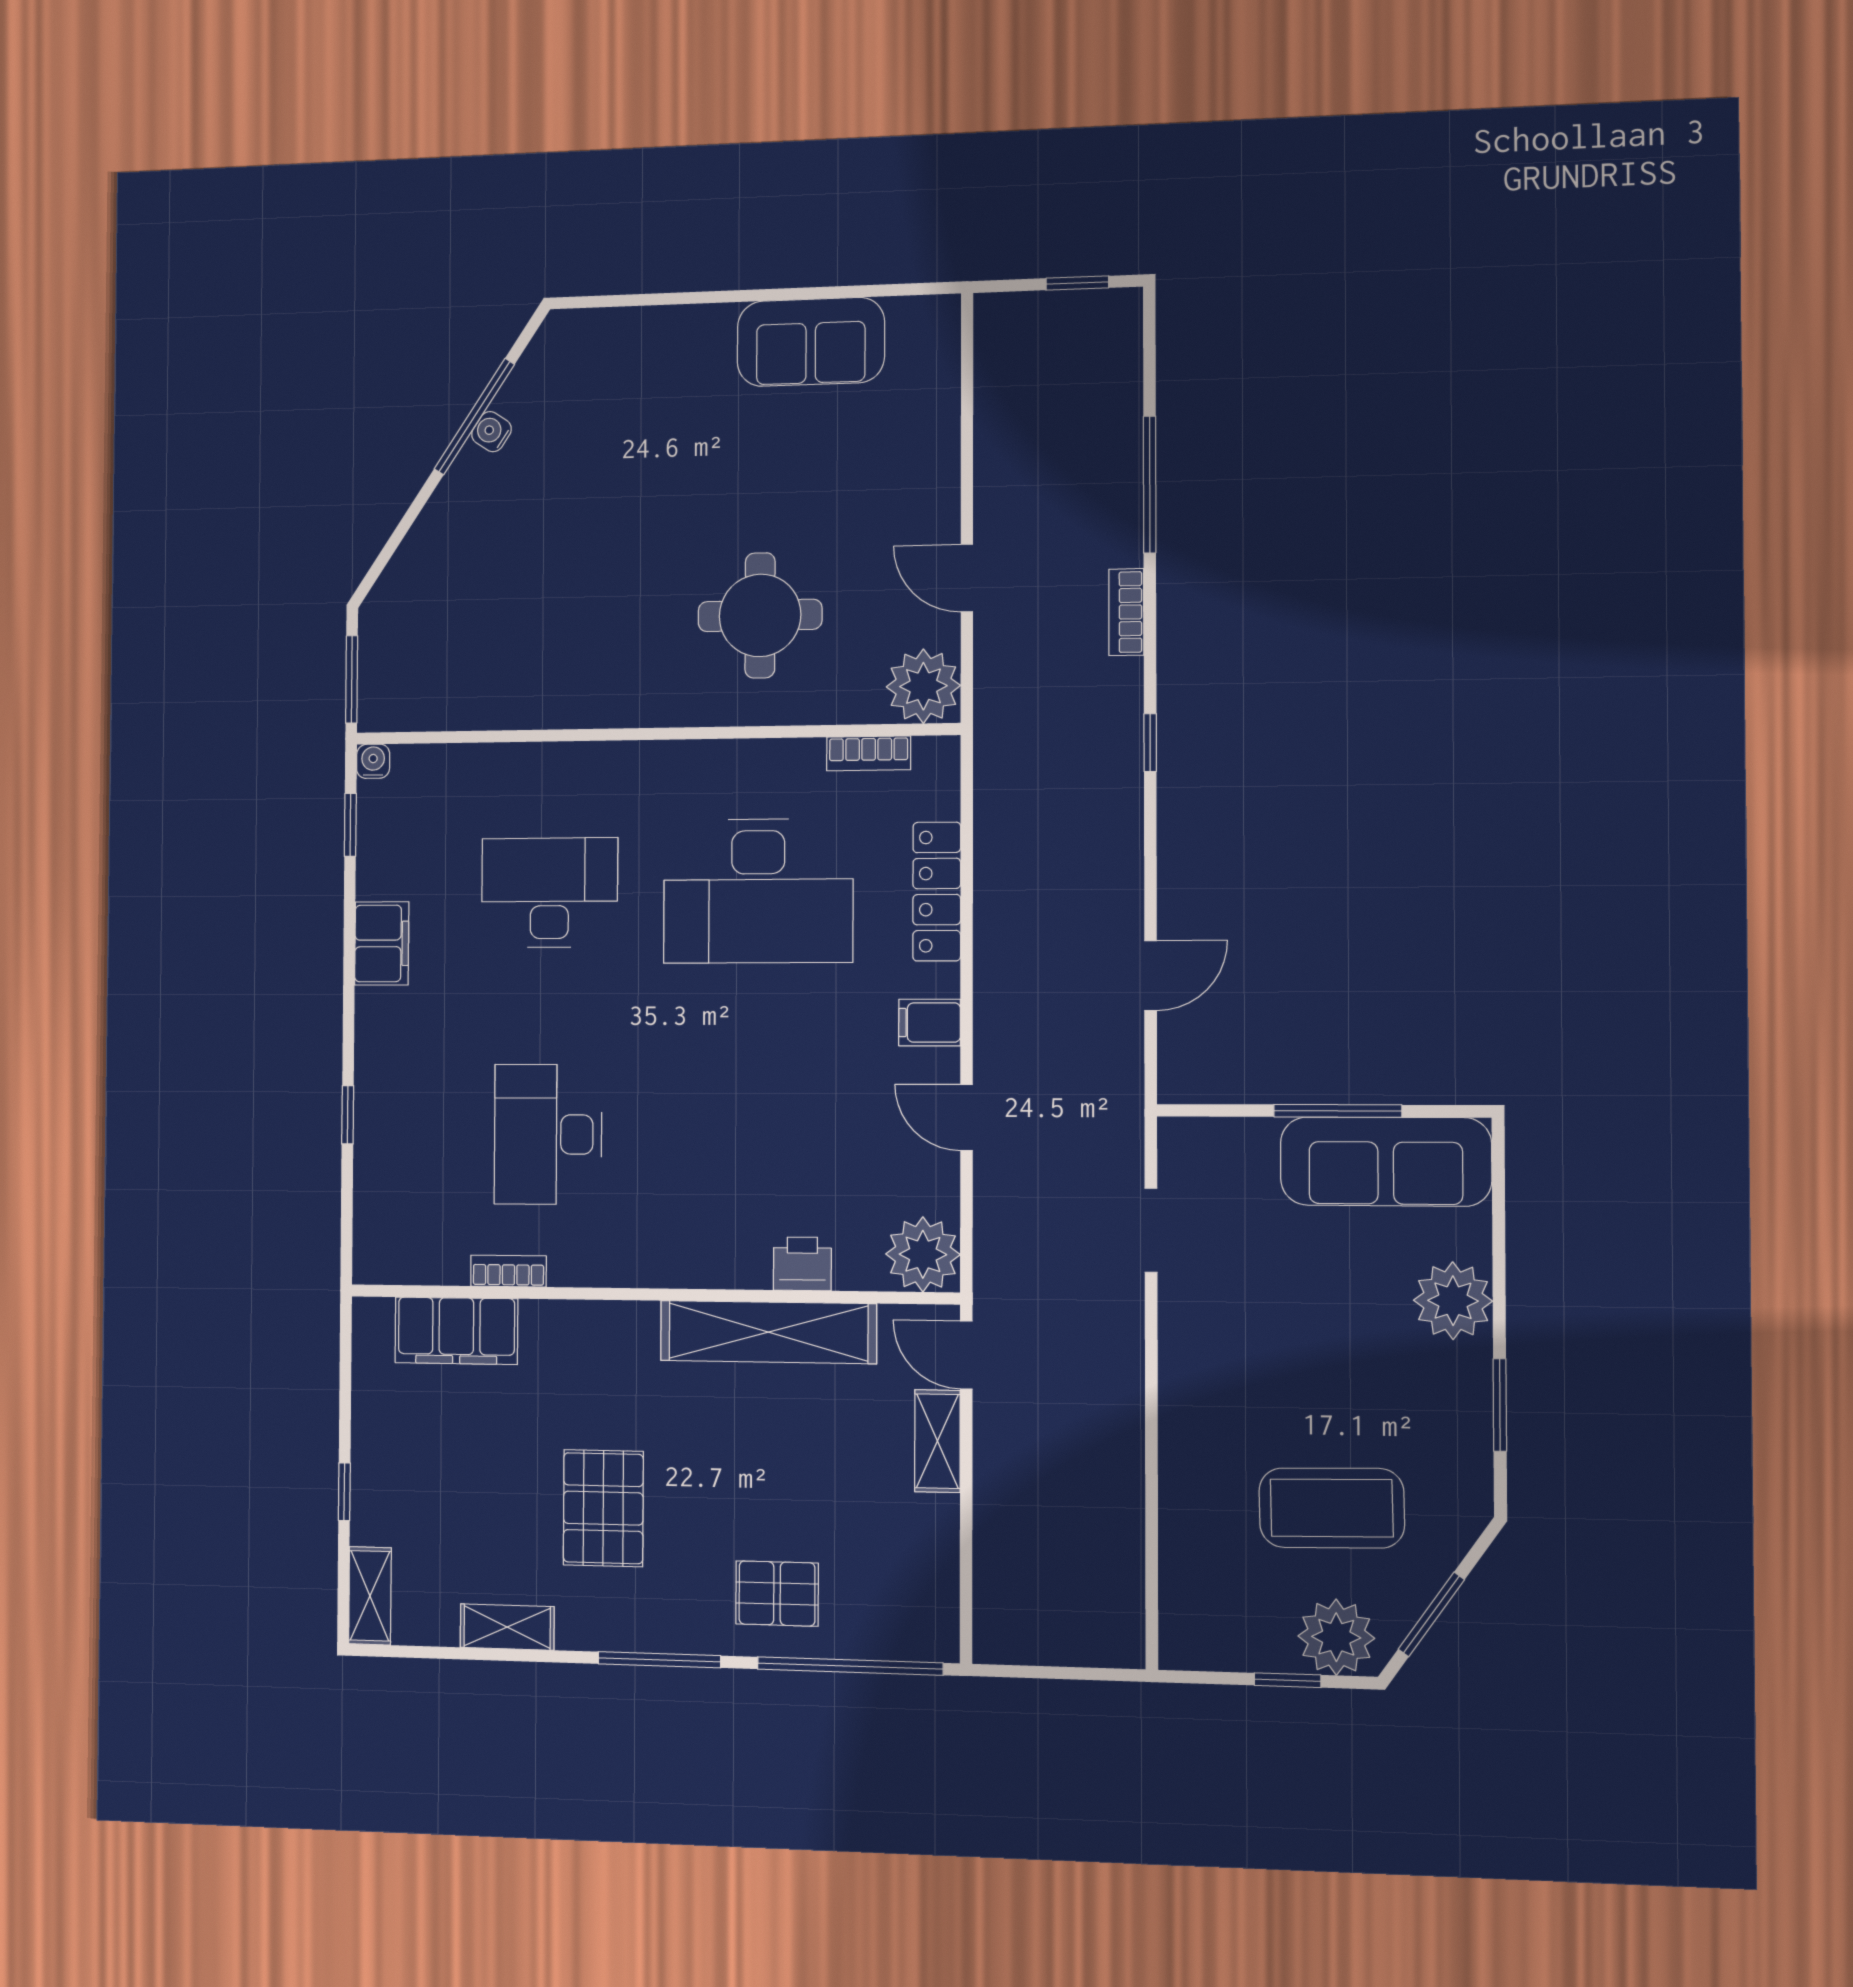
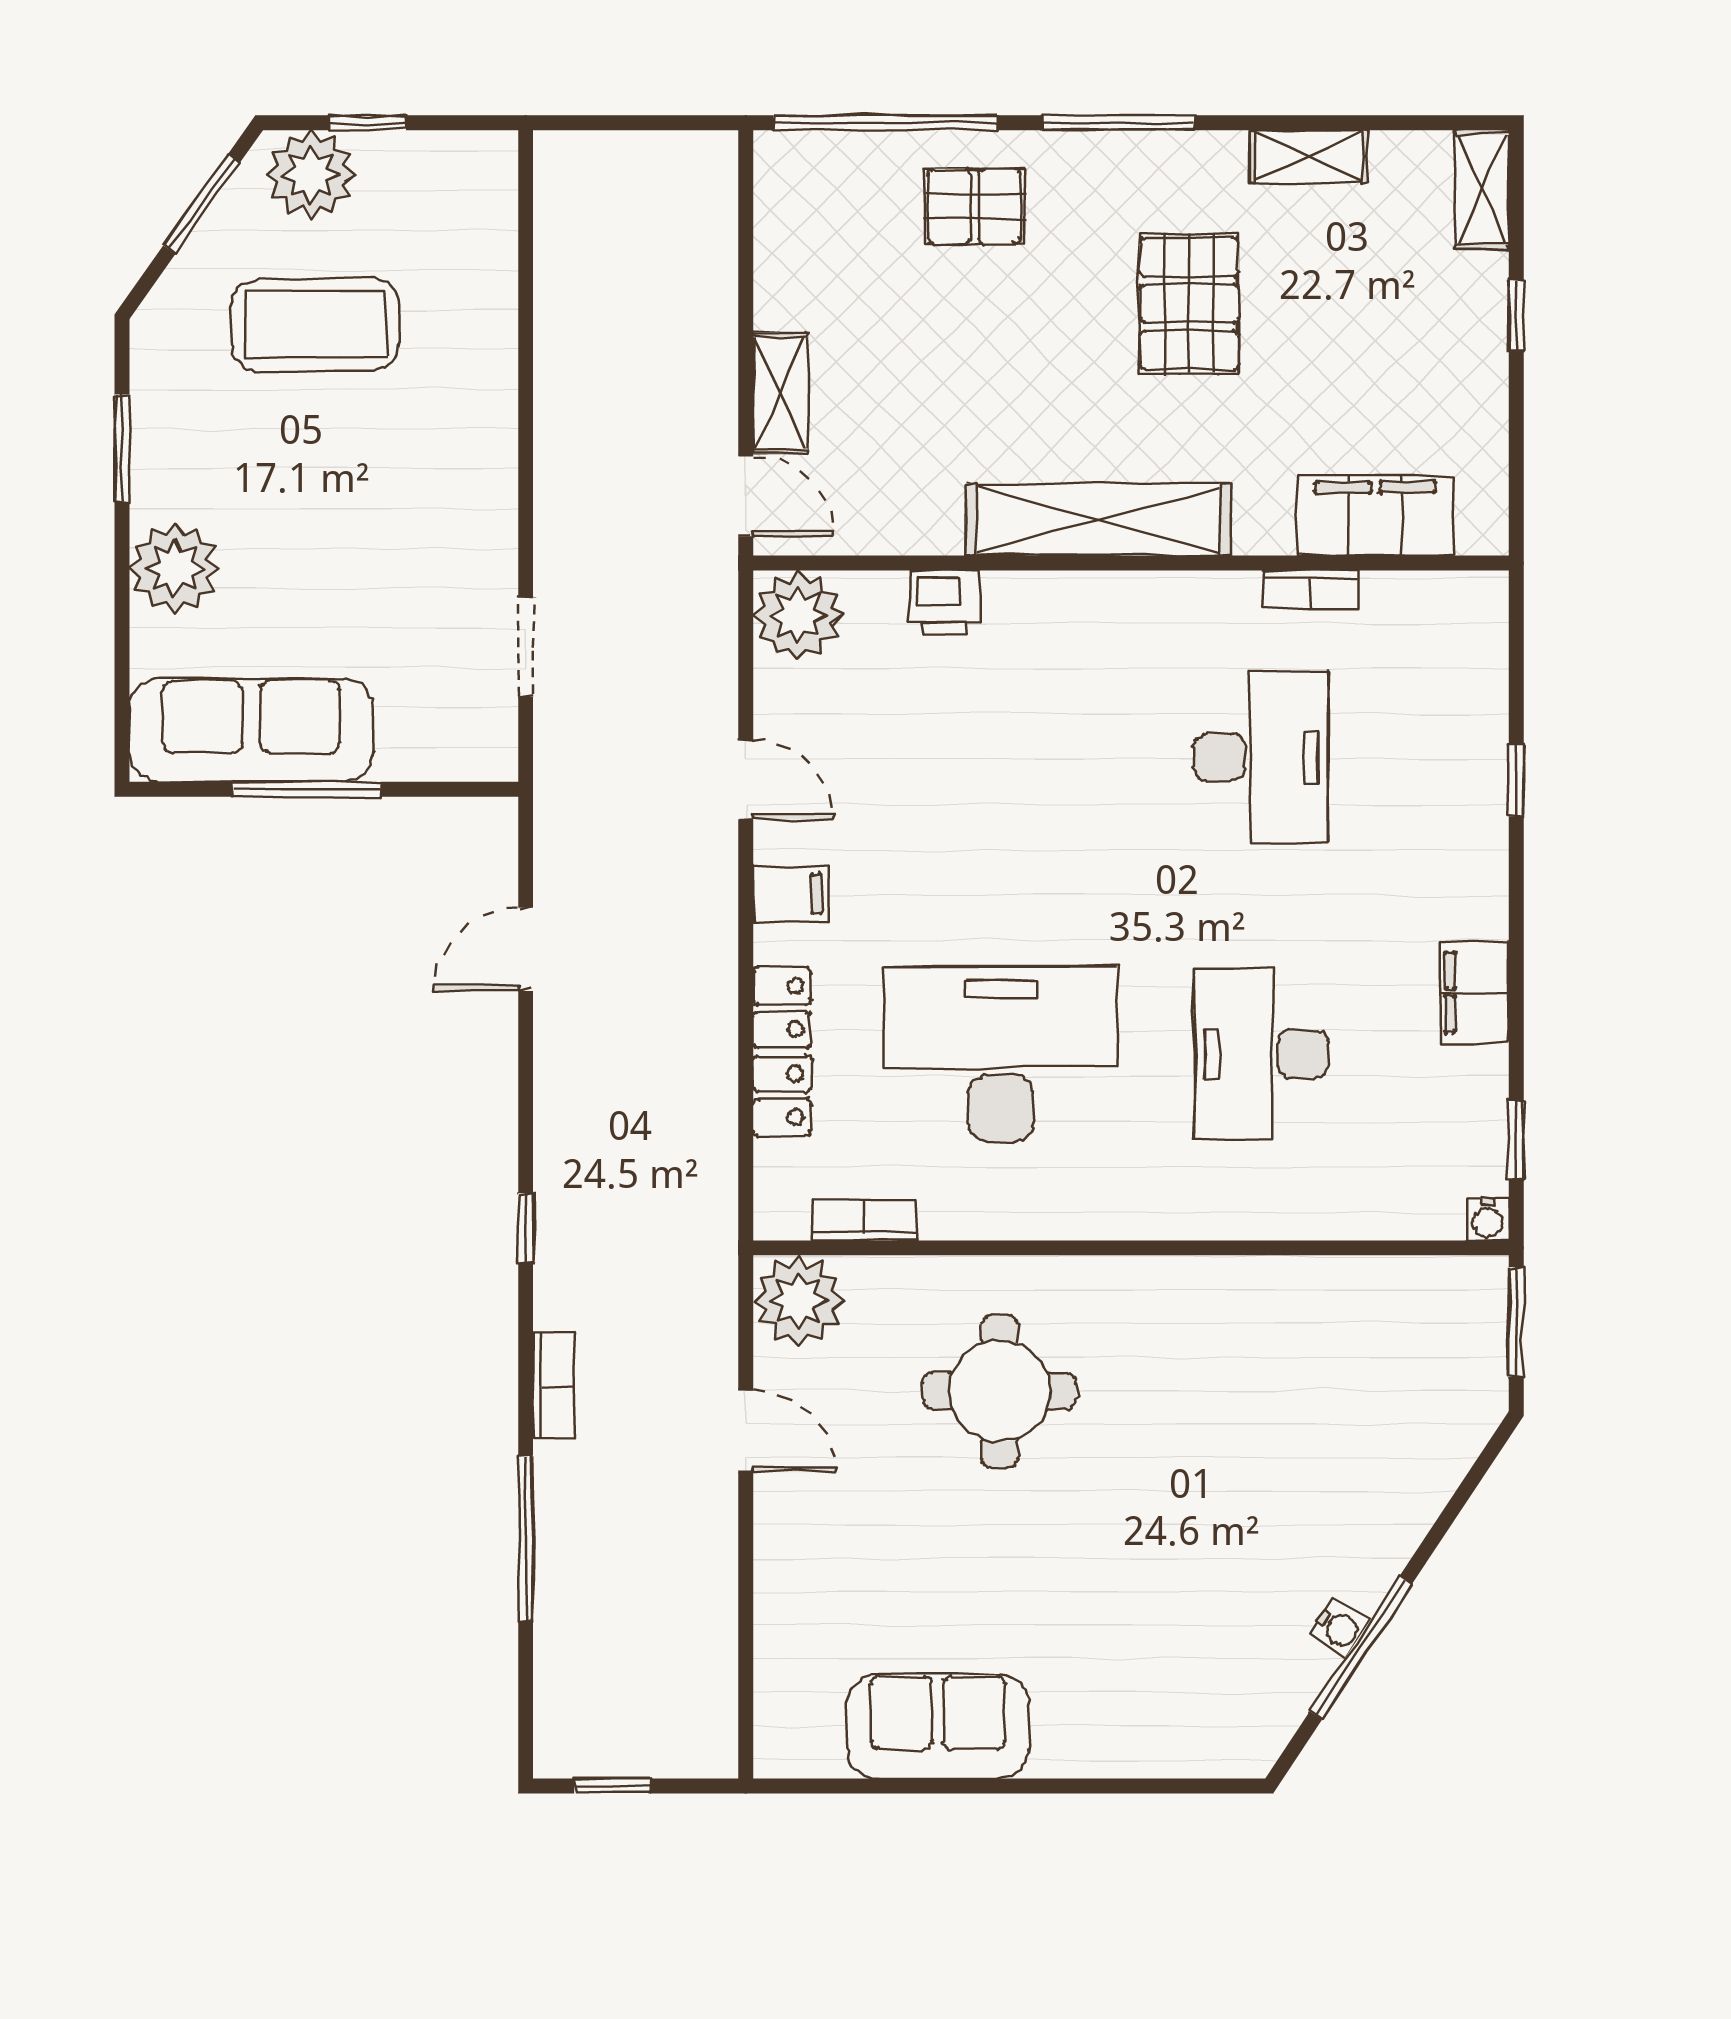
desk: (549, 893) -> (1261, 1054), turned 90
shelving: (768, 1332) -> (1098, 520), moved

